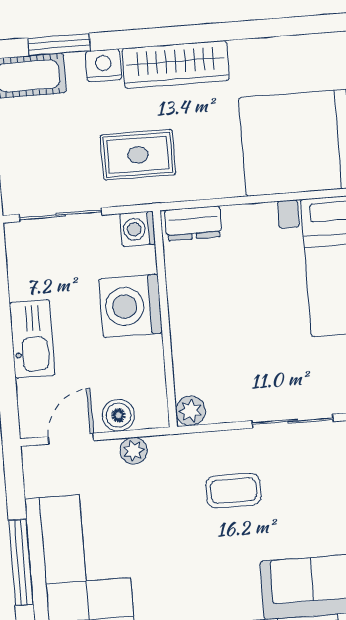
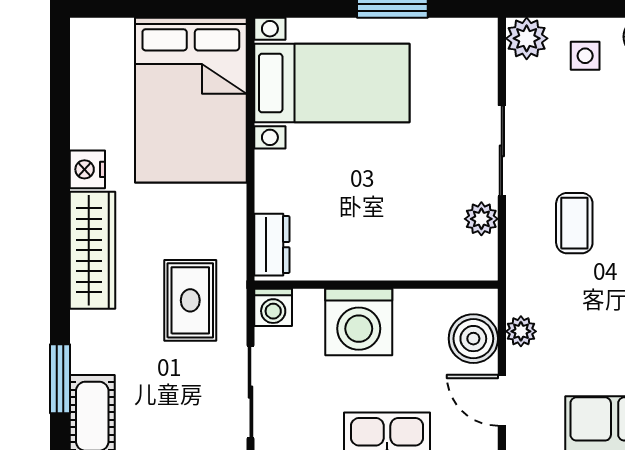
nightstand: (103, 66) -> (87, 169), moved
plant: (191, 411) -> (481, 219), moved
boiler: (118, 415) -> (473, 339), width x1.36, depth x1.36

